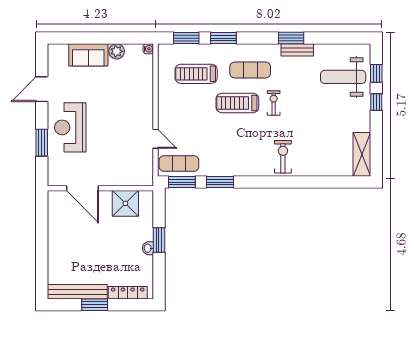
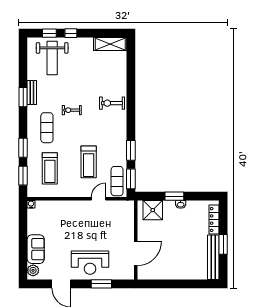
plant: (117, 51) -> (33, 270), moved
treadmill: (237, 103) -> (89, 162), moved
shower: (125, 203) -> (153, 210), moved

